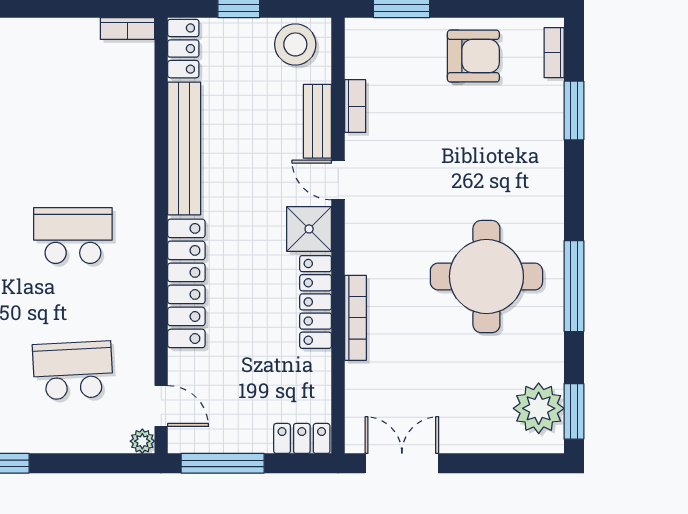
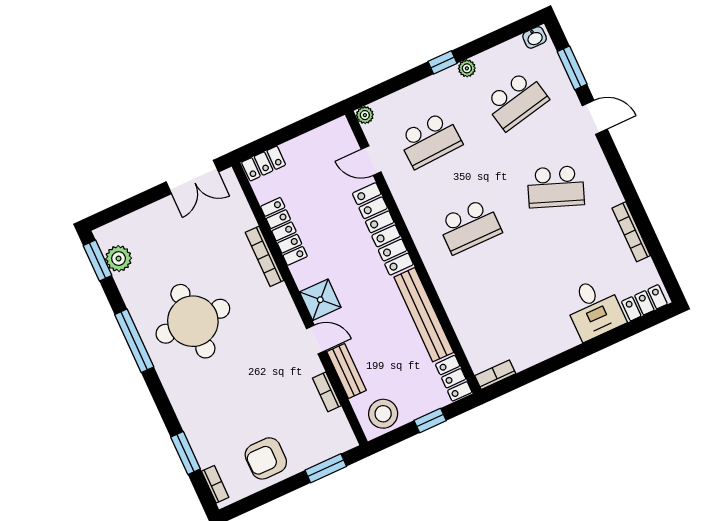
locker: (316, 302) -> (284, 231), moved
door: (161, 406) -> (371, 161), moved
plant: (539, 408) -> (119, 259), width x0.73, depth x0.73
window: (223, 463) -> (307, 124), removed

